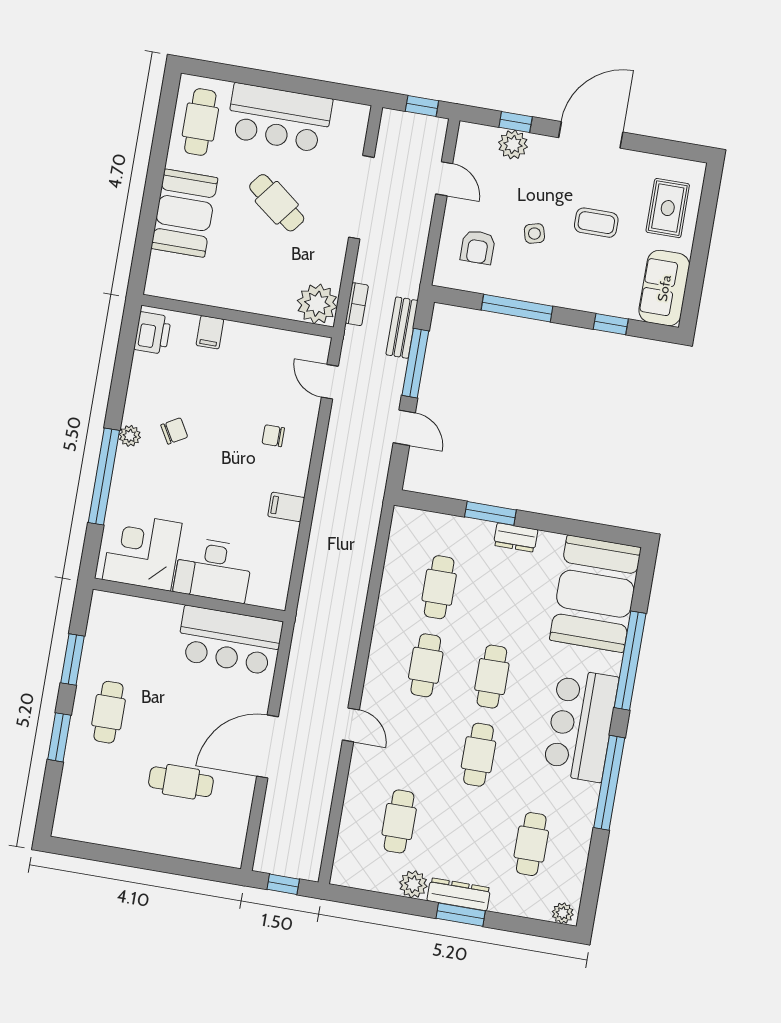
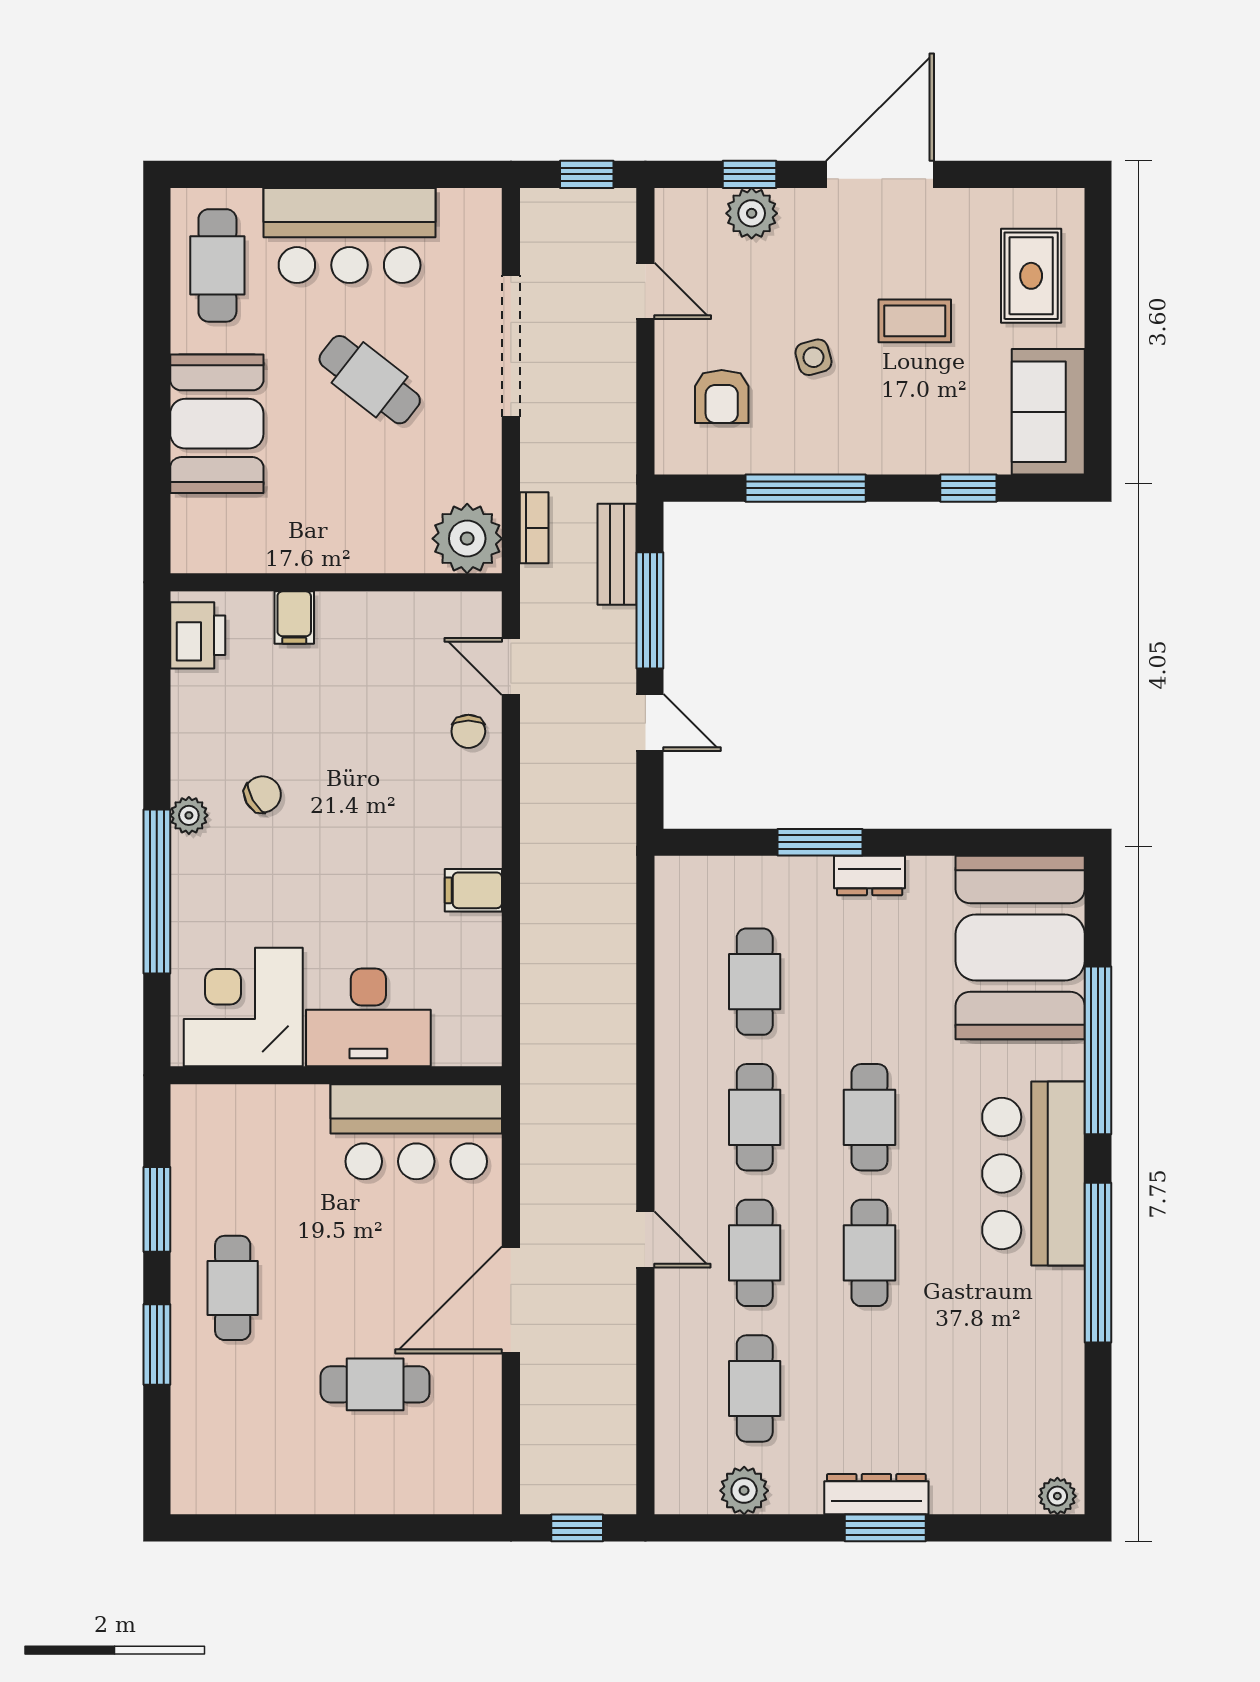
chair: (273, 436) -> (468, 731), moved, turned -90
cafe table: (531, 844) -> (755, 1253), moved
plant: (413, 884) -> (744, 1491), moved

